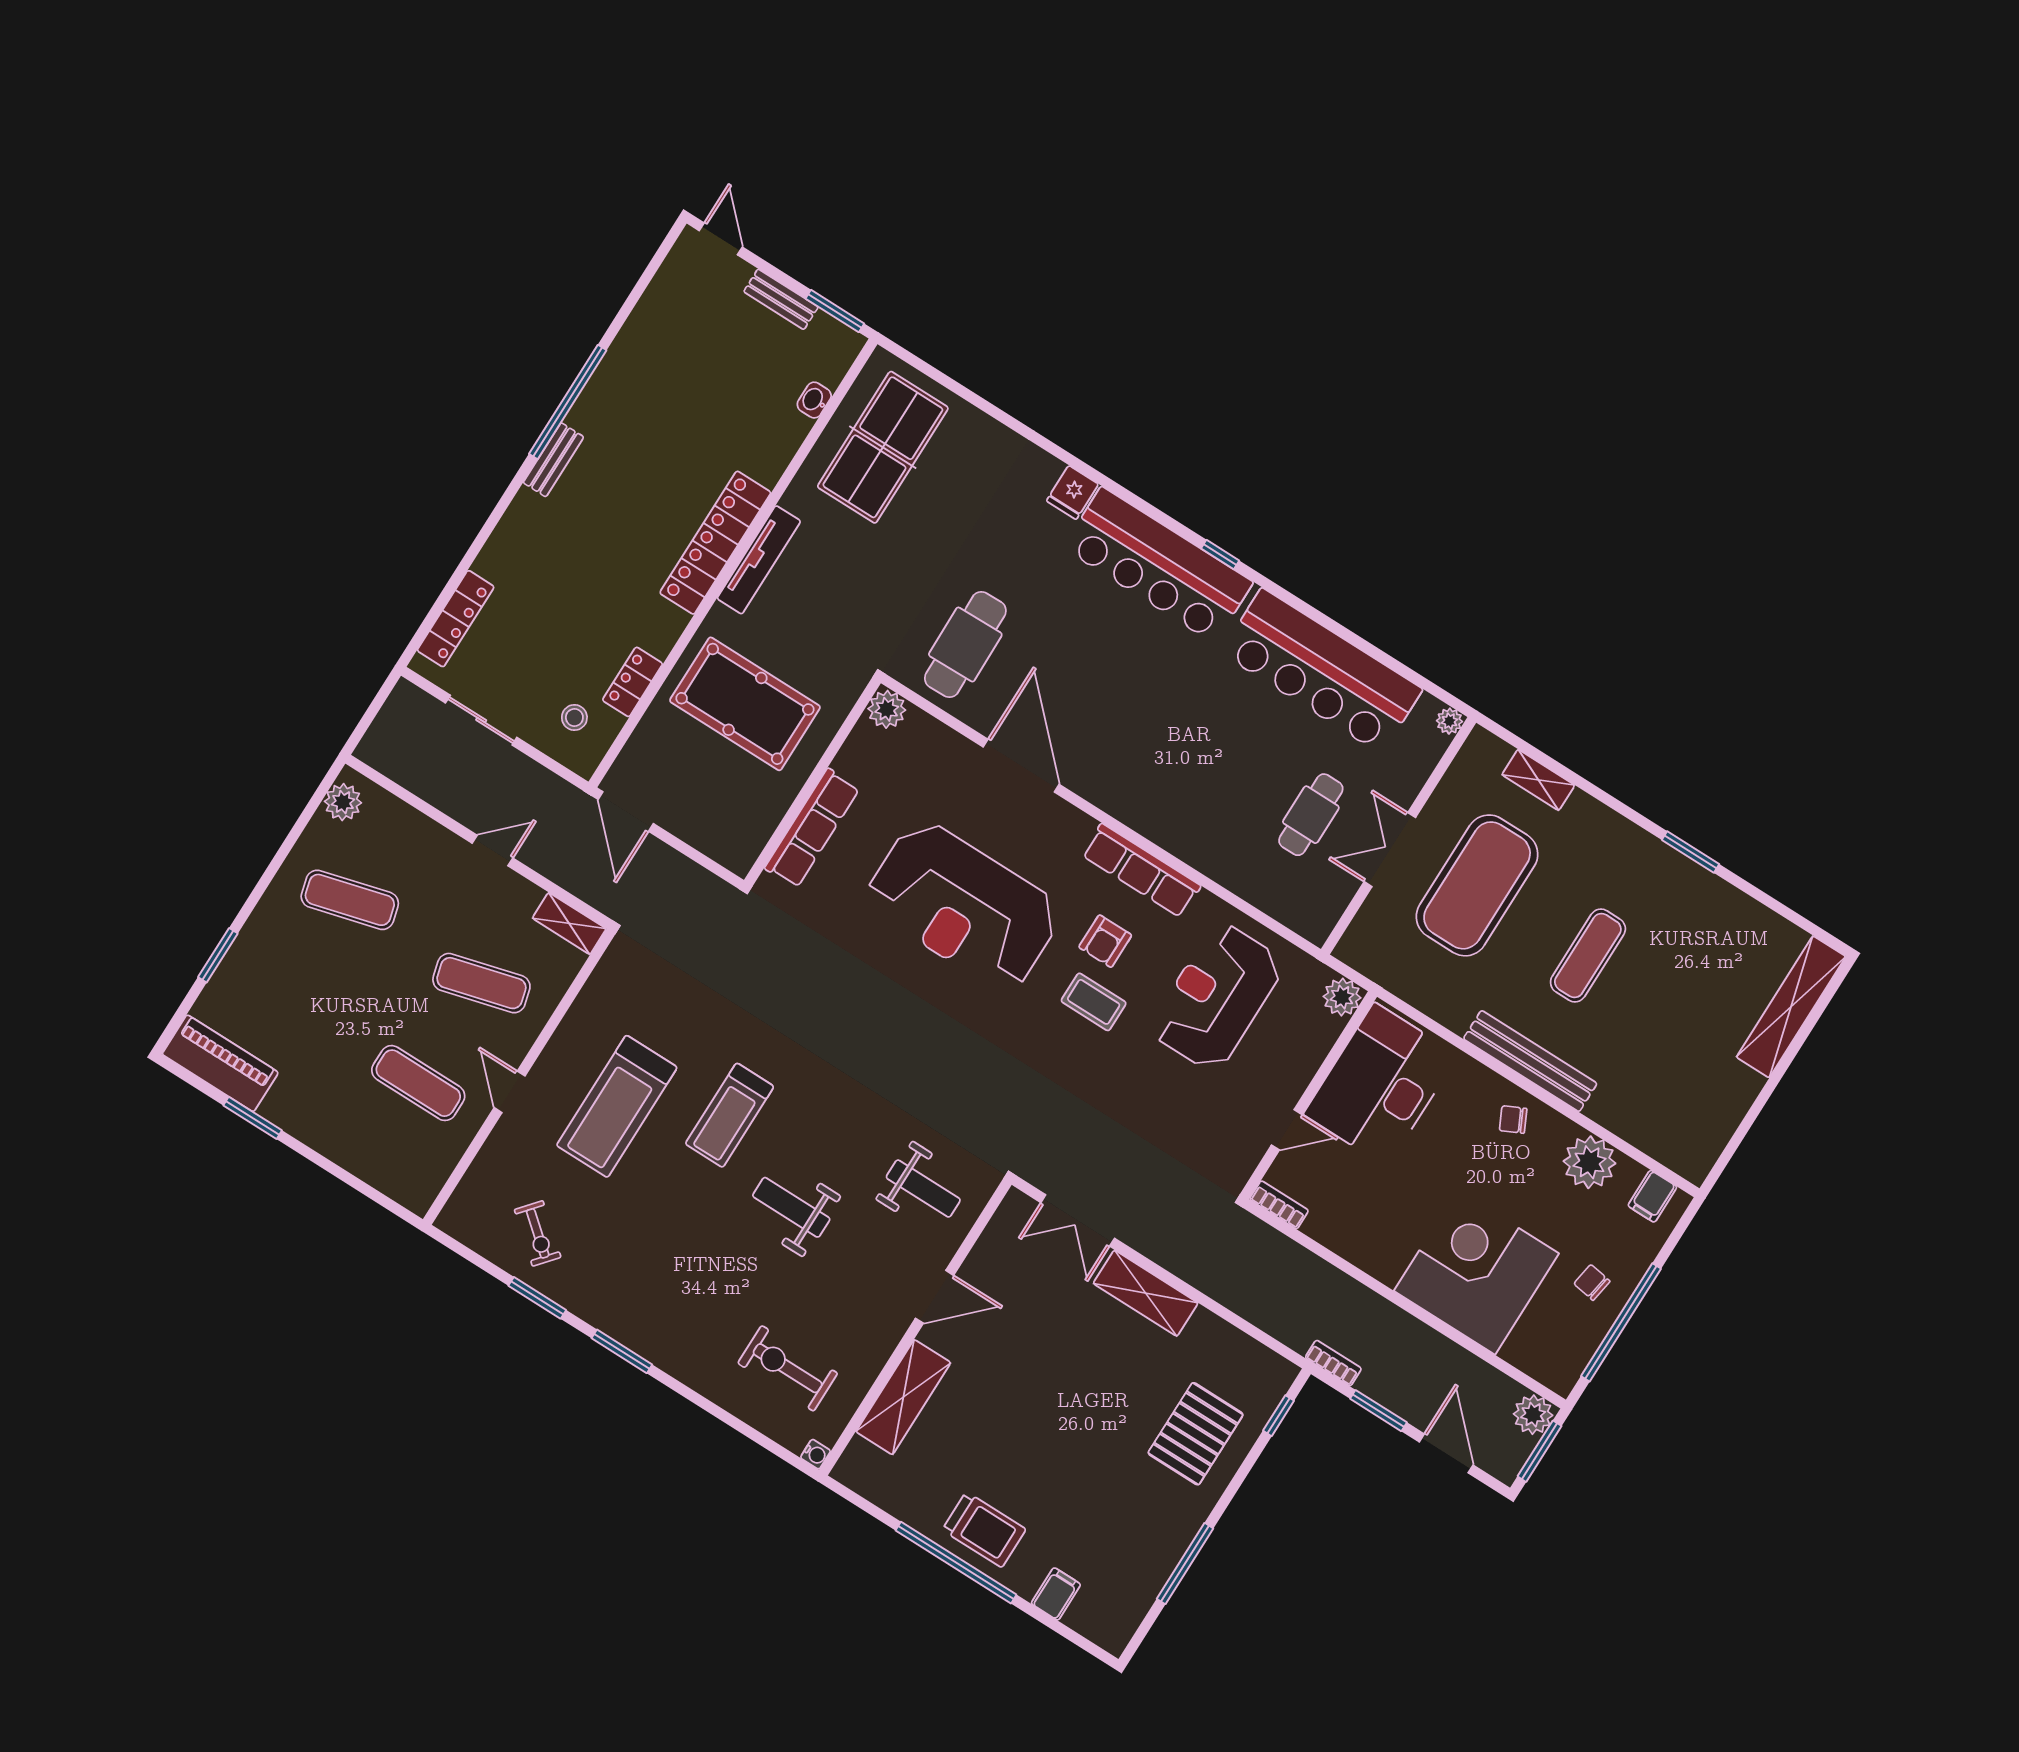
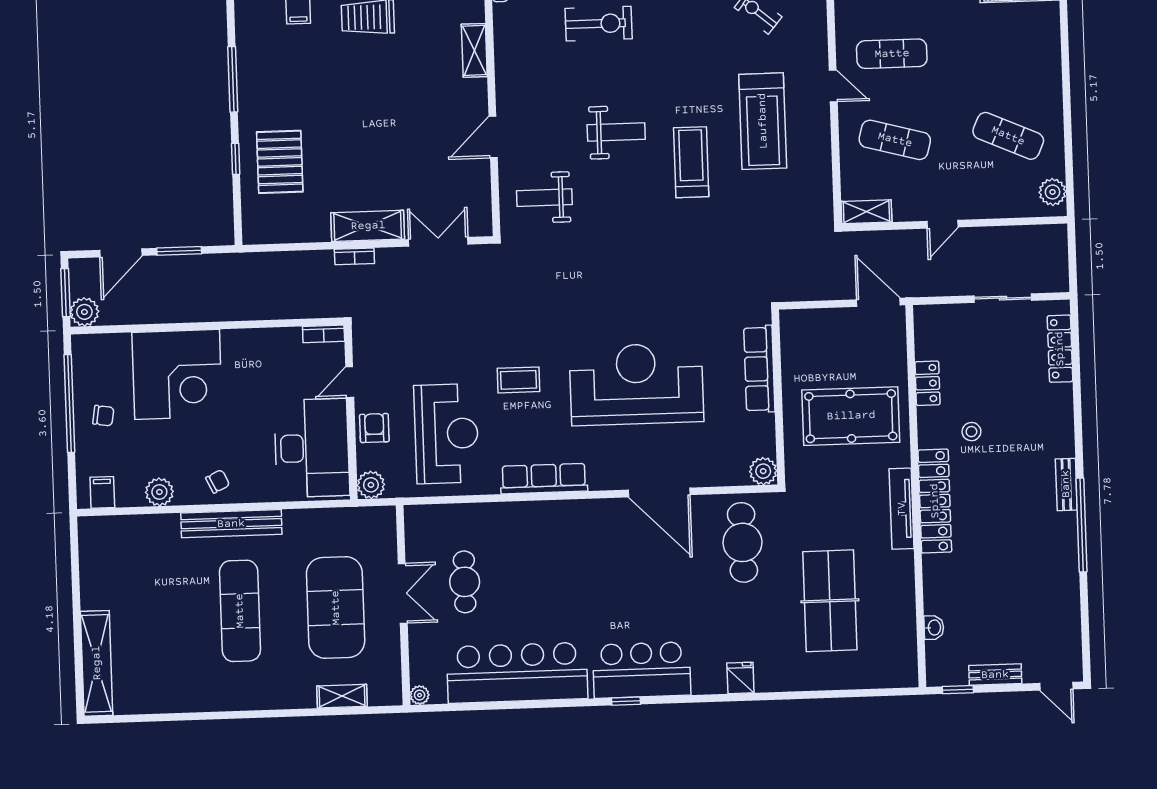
window: (835, 311) -> (958, 690), width x0.67
table tennis table: (883, 447) -> (830, 601), moved
bar counter: (1158, 565) -> (642, 670), width x0.73
stool: (574, 717) -> (971, 432), moved
window: (1691, 852) -> (221, 715), removed
exercise mat: (350, 900) -> (1008, 136), turned 39
armchair: (1105, 941) -> (374, 428), moved
window: (218, 955) -> (1065, 48), removed
exercise mat: (1588, 956) -> (240, 611), width x1.36, depth x1.45
exercise mat: (481, 983) -> (895, 140), turned 30
treadmill: (617, 1106) -> (763, 121), turned 180
plant: (1590, 1162) -> (159, 492), width x0.73, depth x0.73
bookcase: (1333, 1363) -> (354, 256), moved
exercise bike: (788, 1368) -> (599, 24), moved
shelving: (903, 1397) -> (474, 50), width x0.67, depth x0.75
window: (1279, 1416) -> (236, 159), moved
door: (1446, 1453) -> (121, 253), hinge flipped

